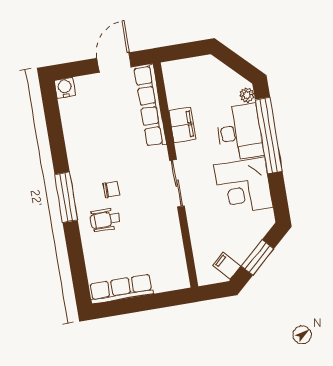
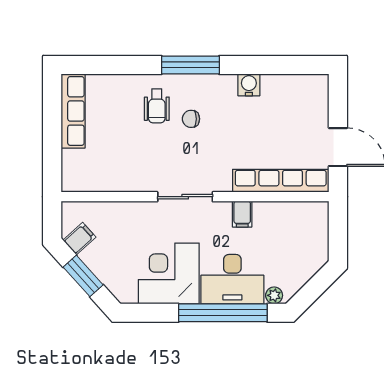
water cooler: (65, 88) -> (249, 85), moved, turned -90
filing cabinet: (182, 125) -> (242, 214), width x0.50
chair: (111, 189) -> (191, 119), turned 90
wheelchair: (105, 220) -> (157, 106), turned 180

